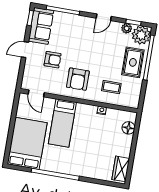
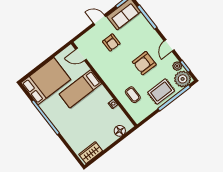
door: (104, 17) -> (169, 45), hinge flipped
armchair: (78, 79) -> (144, 63), moved
door: (36, 93) -> (81, 54), hinge flipped

